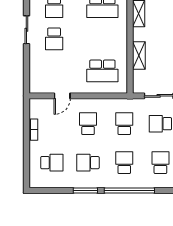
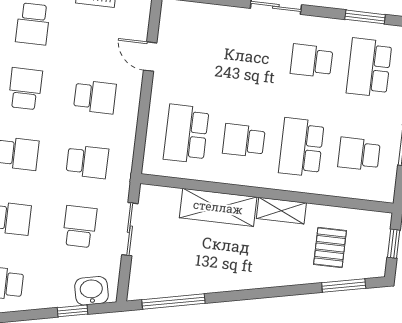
school desk: (54, 39) -> (244, 141), moved
shelving: (139, 55) -> (218, 207), width x1.50, depth x1.33

